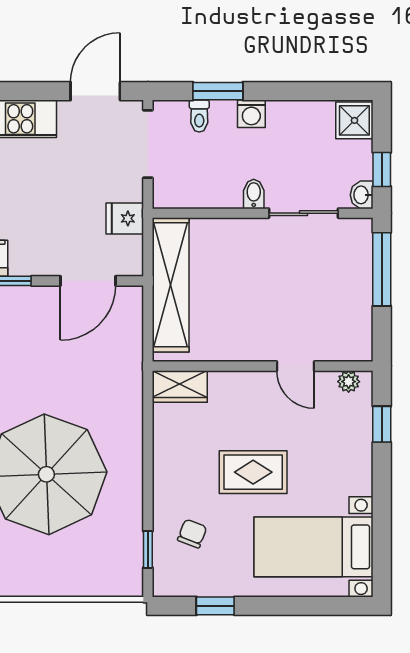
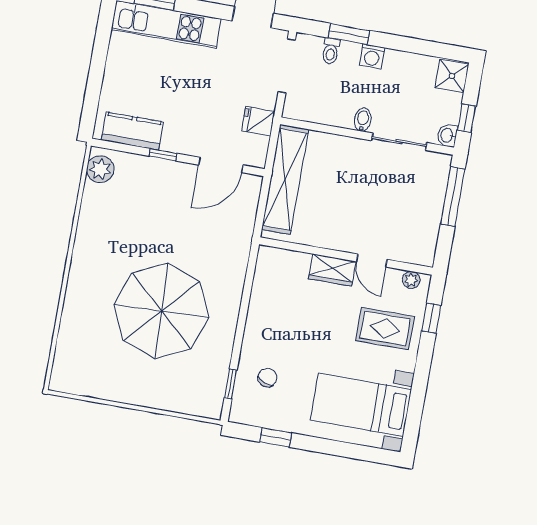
wardrobe: (180, 386) -> (332, 270), moved
rug: (253, 472) -> (385, 328), moved

